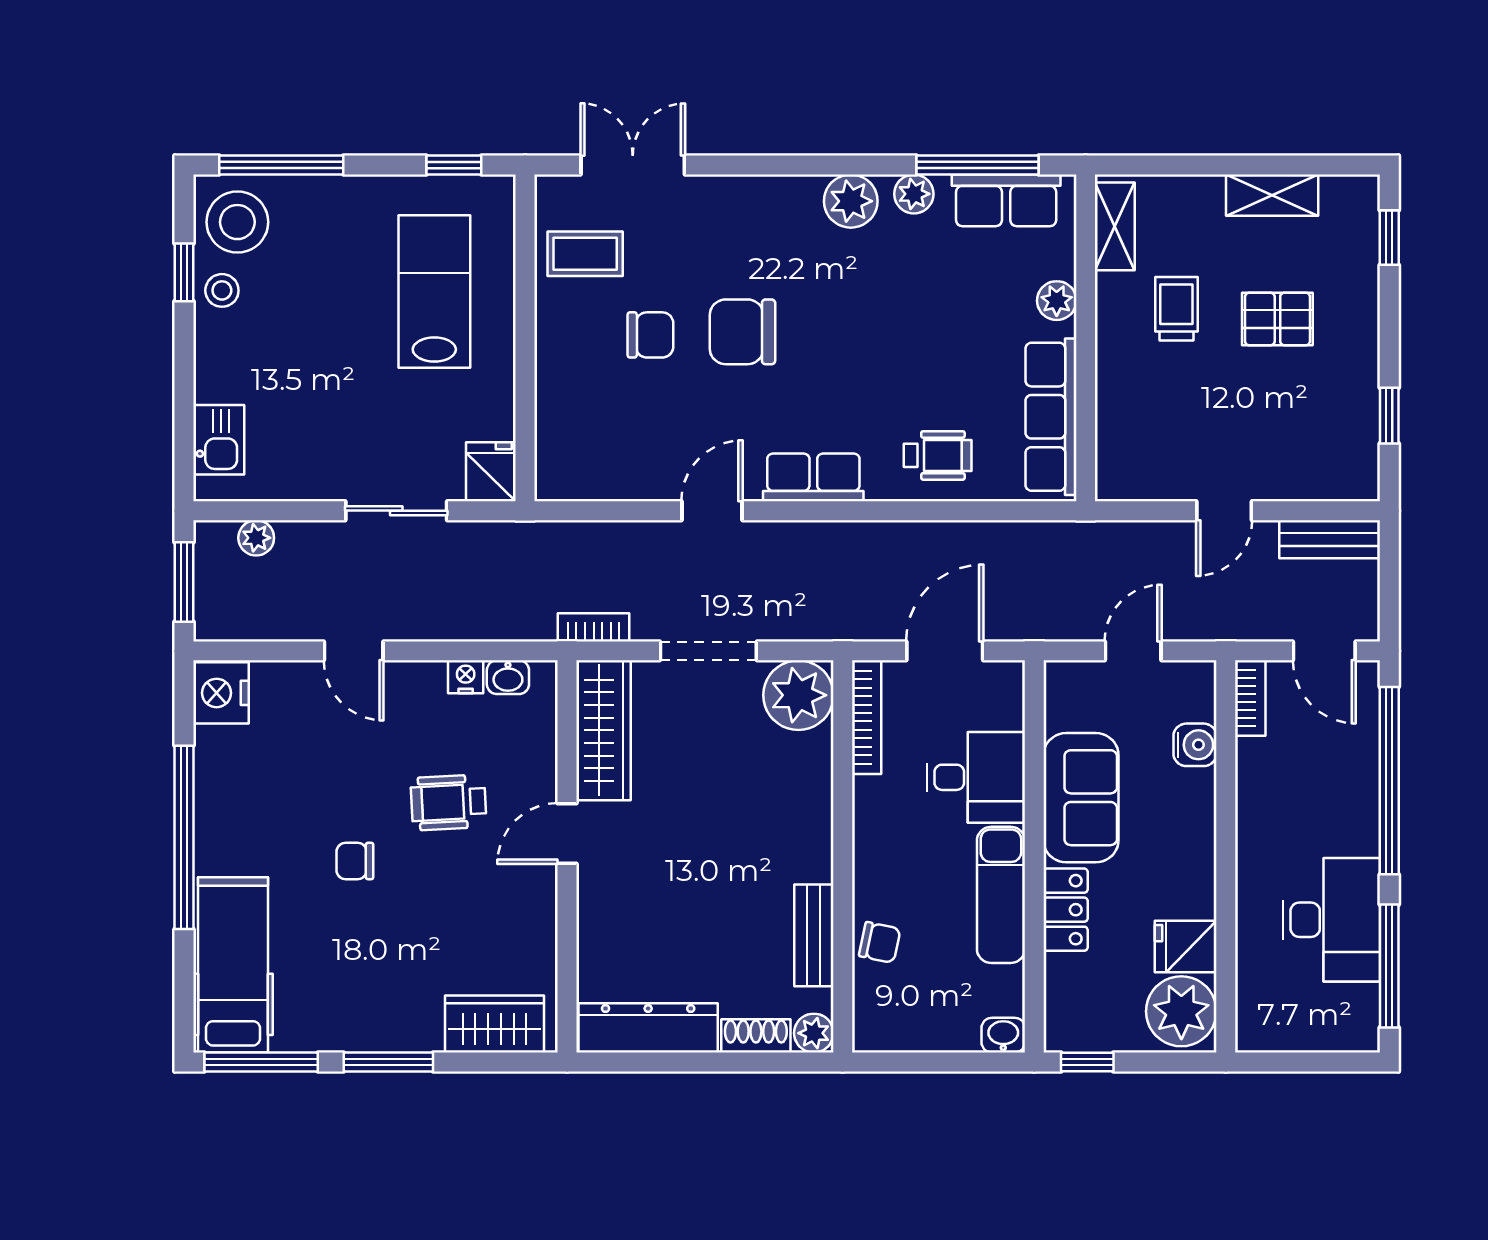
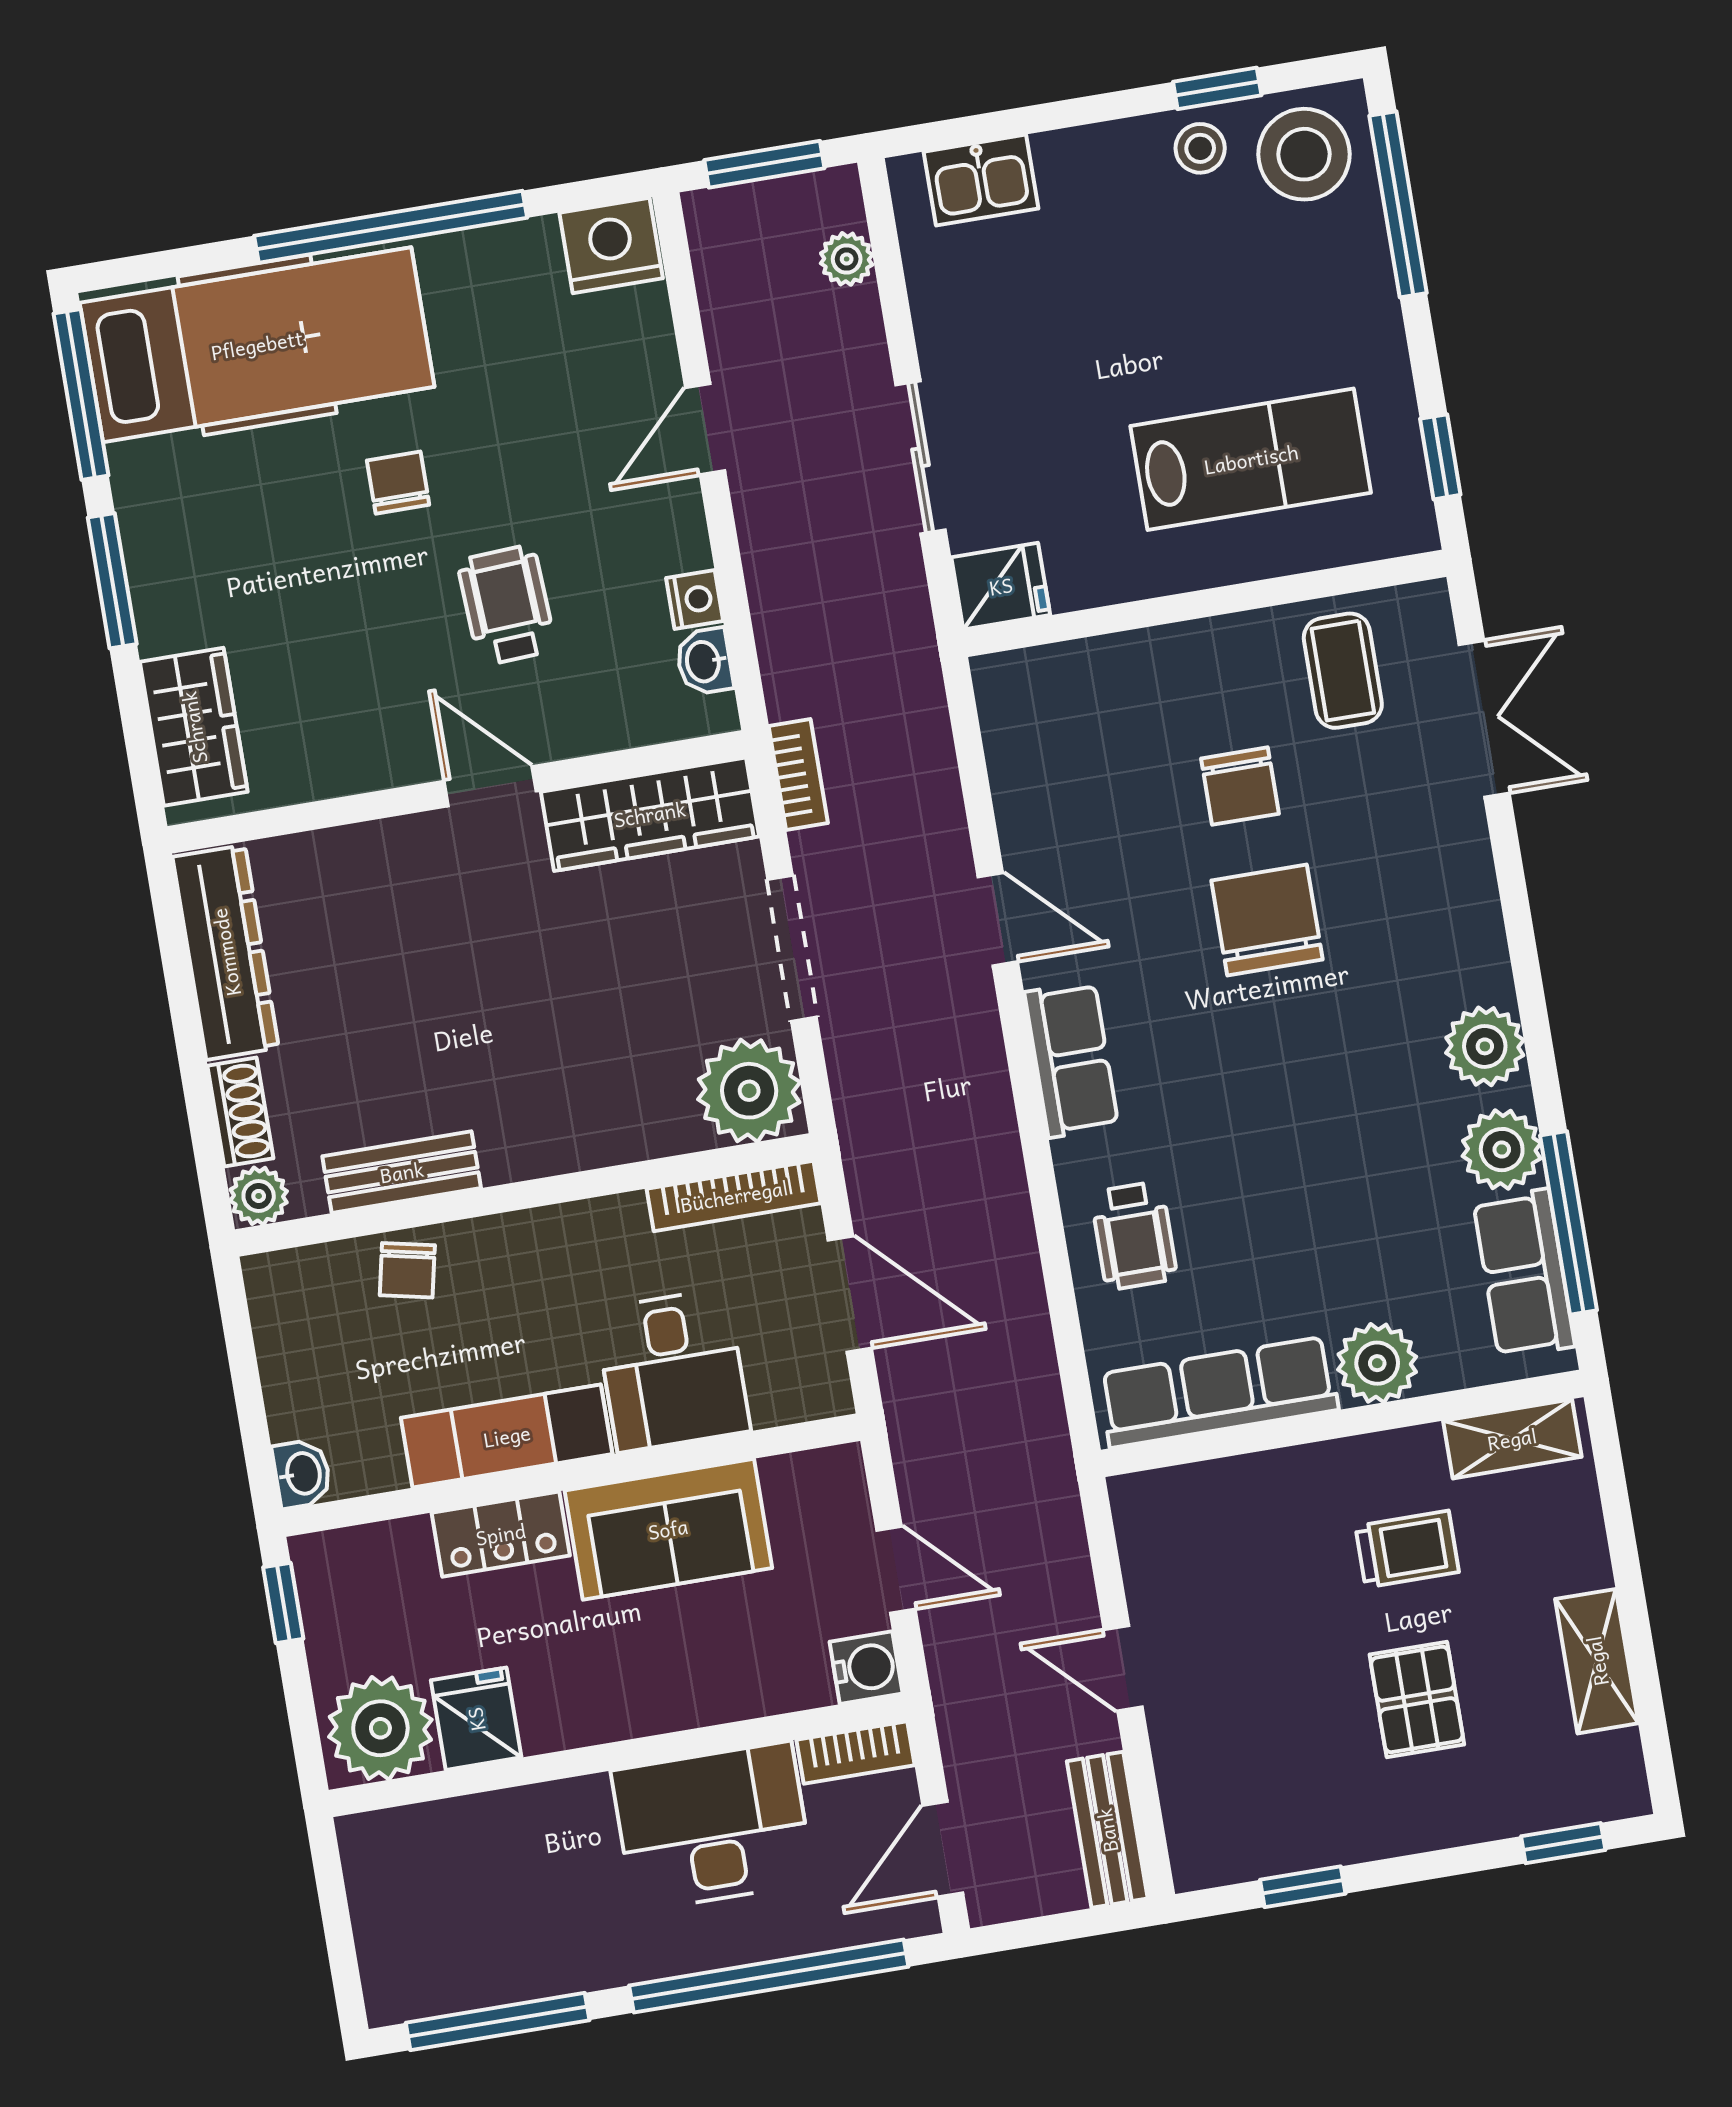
plant: (914, 194) -> (1502, 1150), width x1.38, depth x1.38
plant: (1057, 301) -> (1377, 1363), width x1.38, depth x1.38
water cooler: (1195, 745) -> (866, 1668), moved, turned -90
desk: (1331, 920) -> (713, 1827), moved, turned 180
hospital bed: (233, 965) -> (257, 345), width x1.37, depth x1.29

